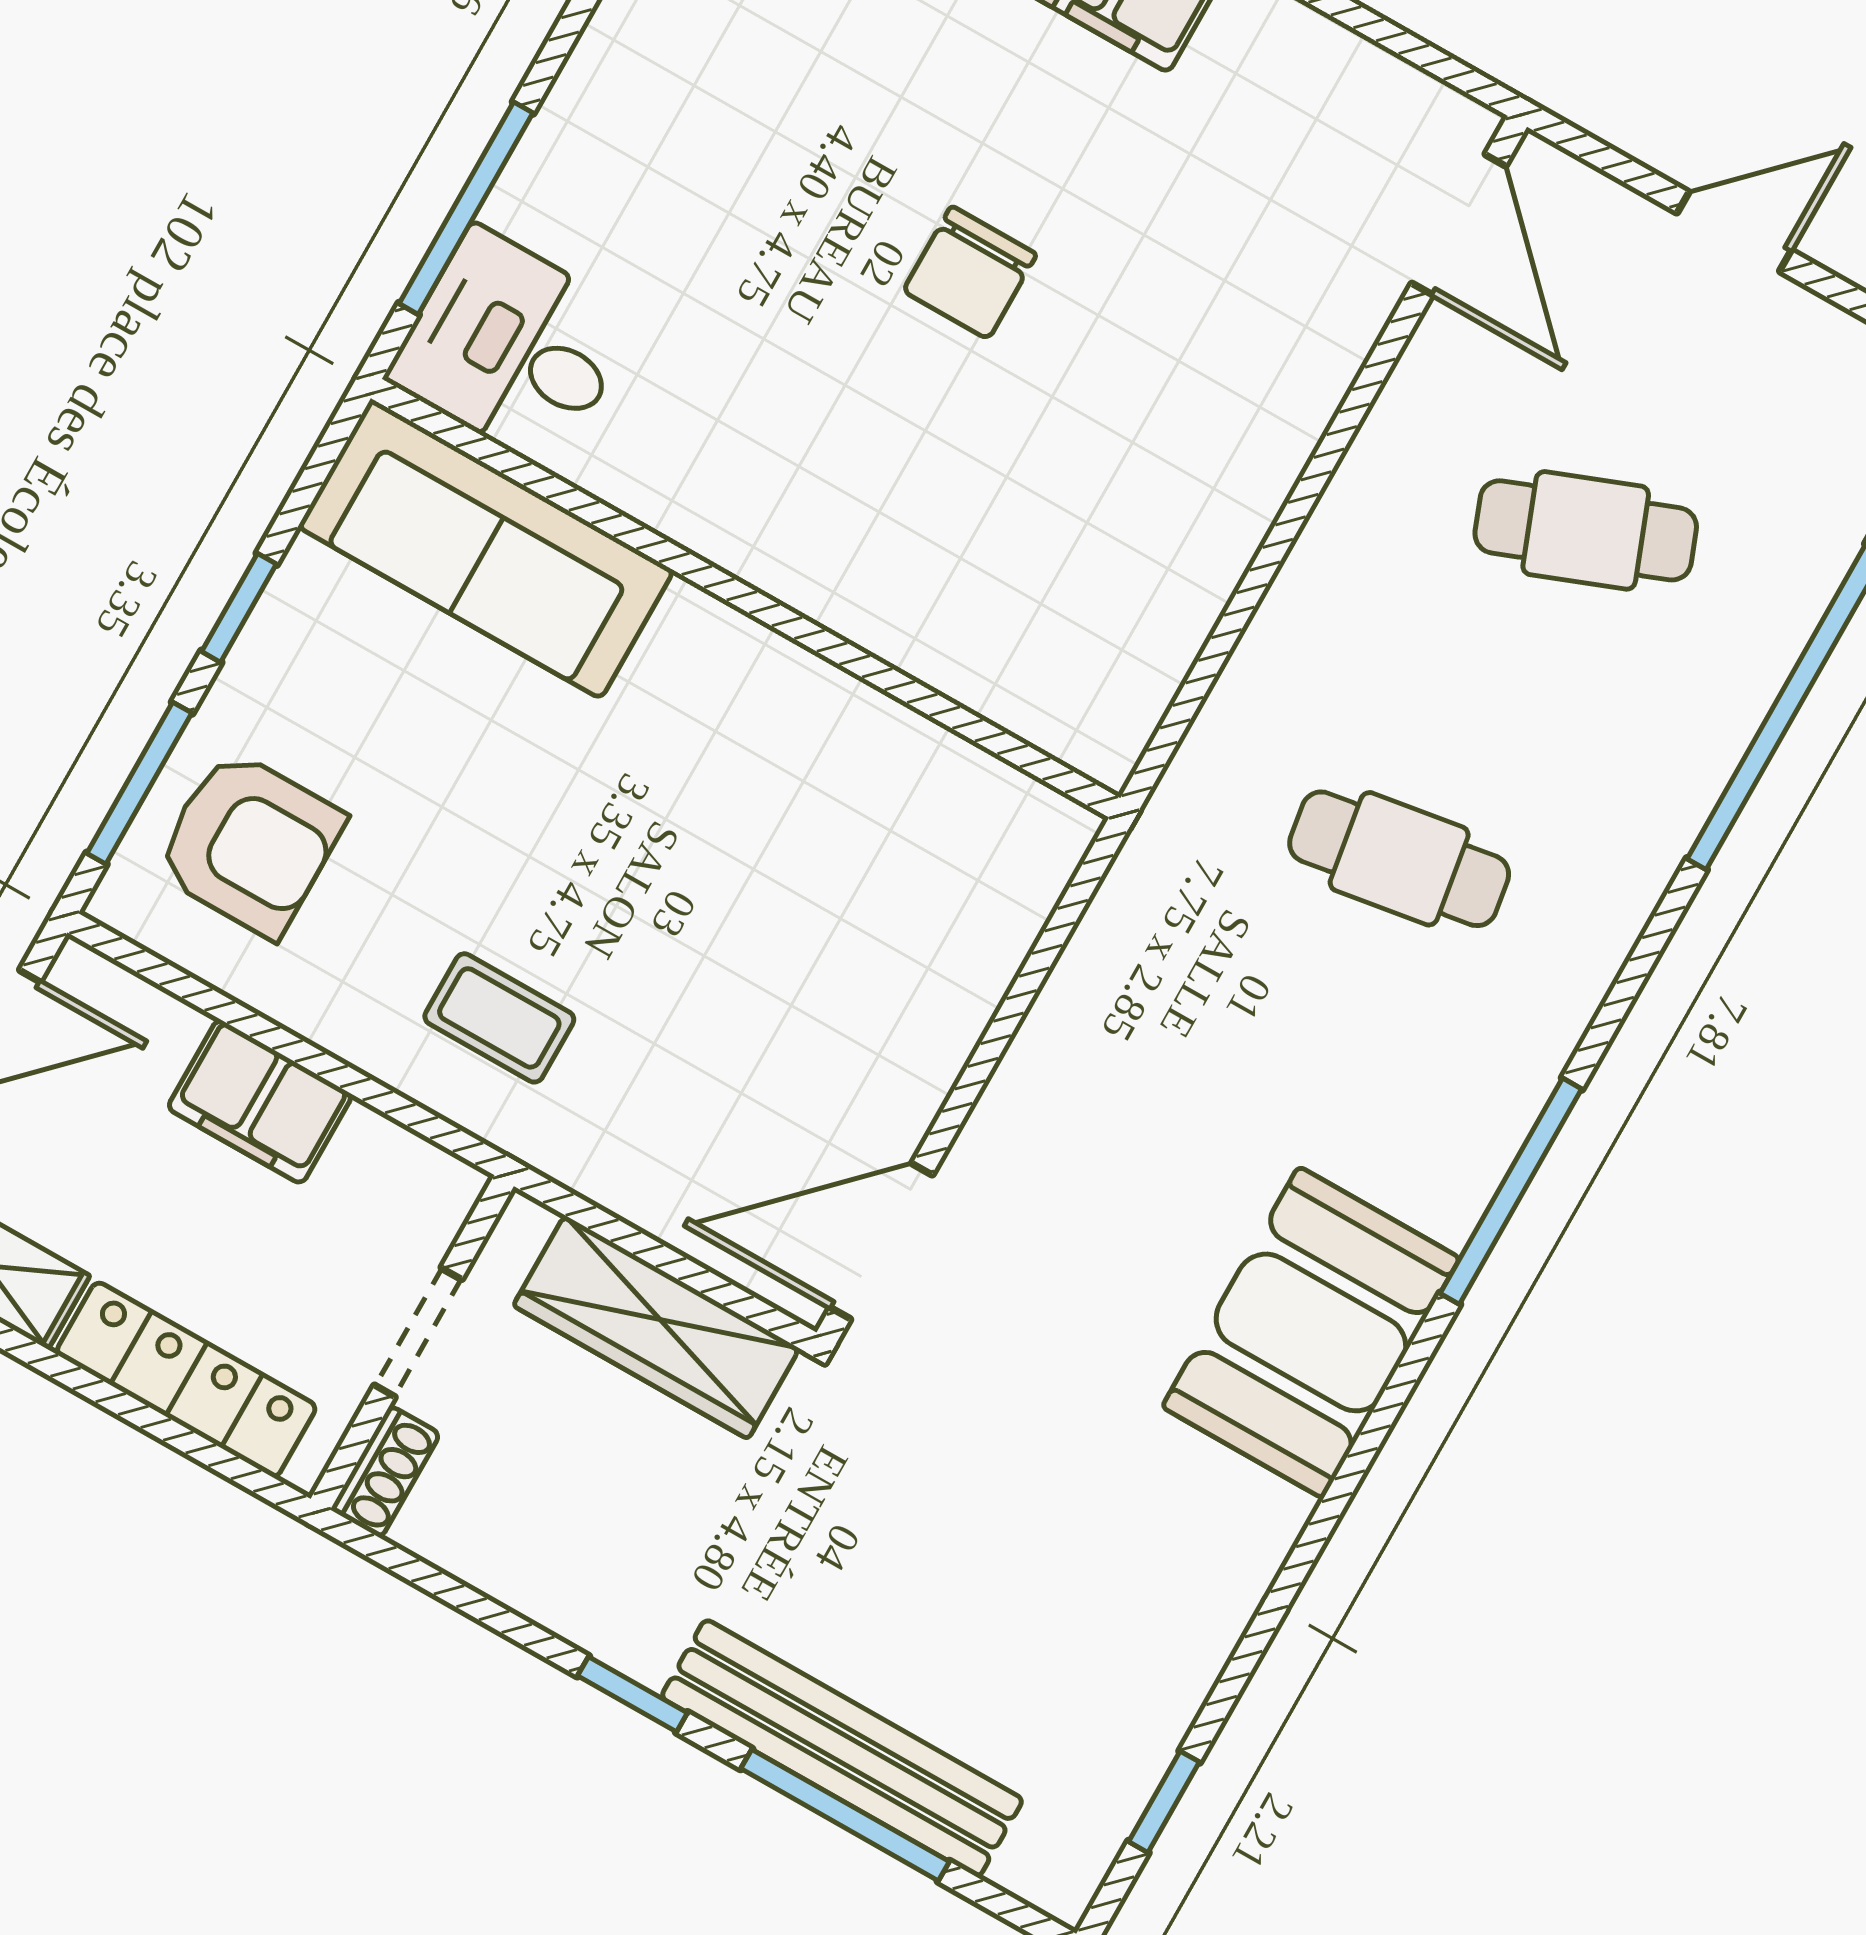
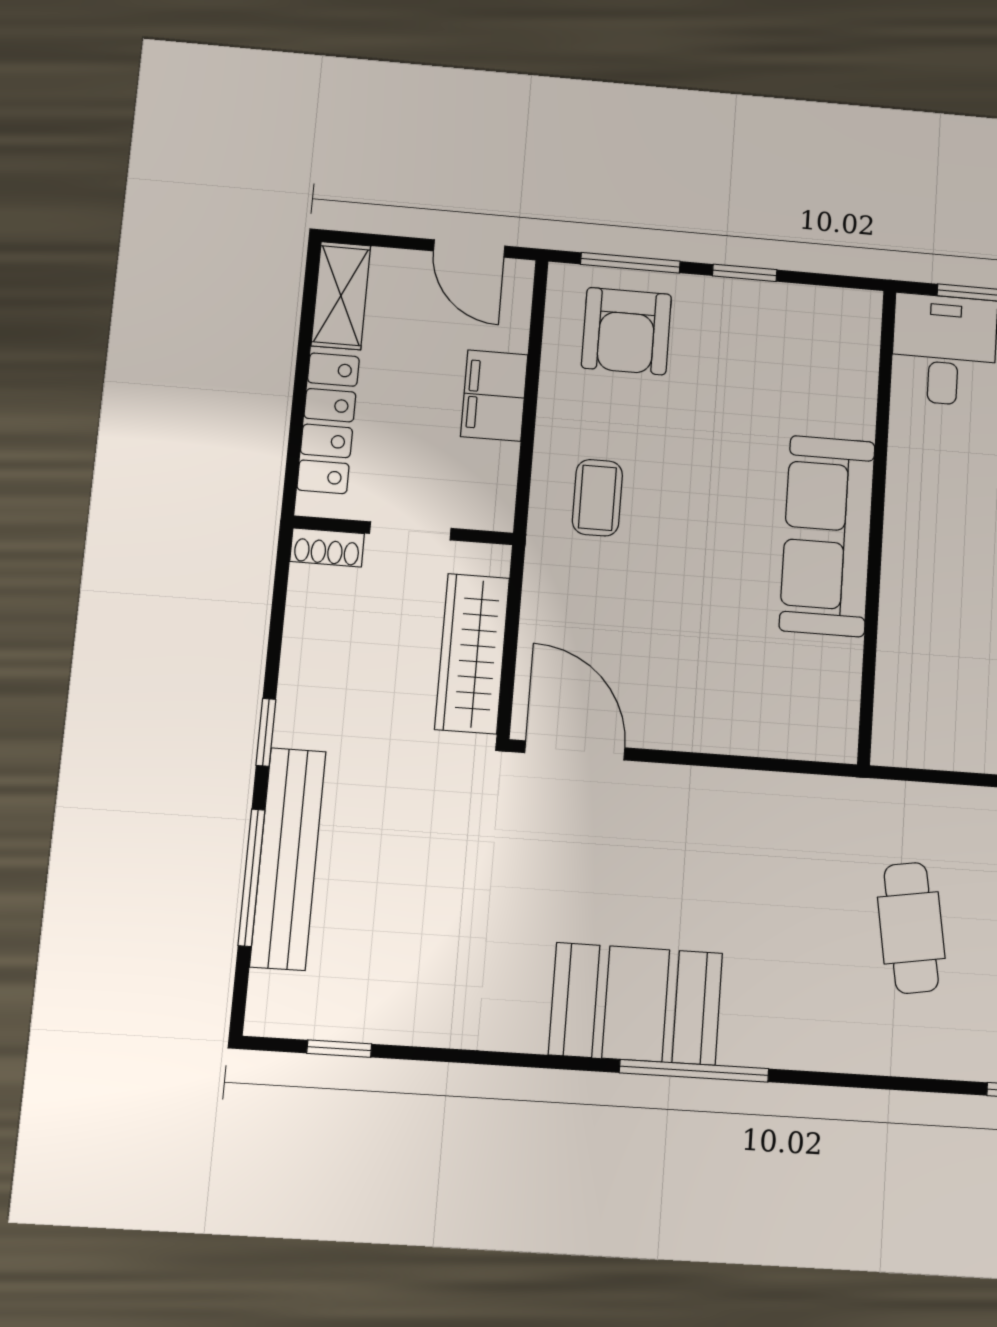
sofa: (486, 549) -> (827, 536), moved
window: (1511, 1191) -> (694, 1071), moved

